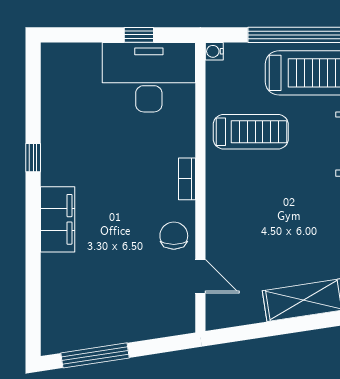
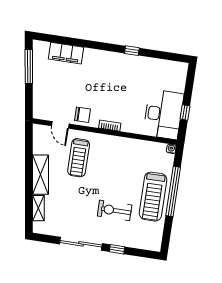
treadmill: (251, 132) -> (79, 158), moved
filing cabinet: (58, 219) -> (66, 53), moved
door: (200, 276) -> (60, 125), hinge flipped

